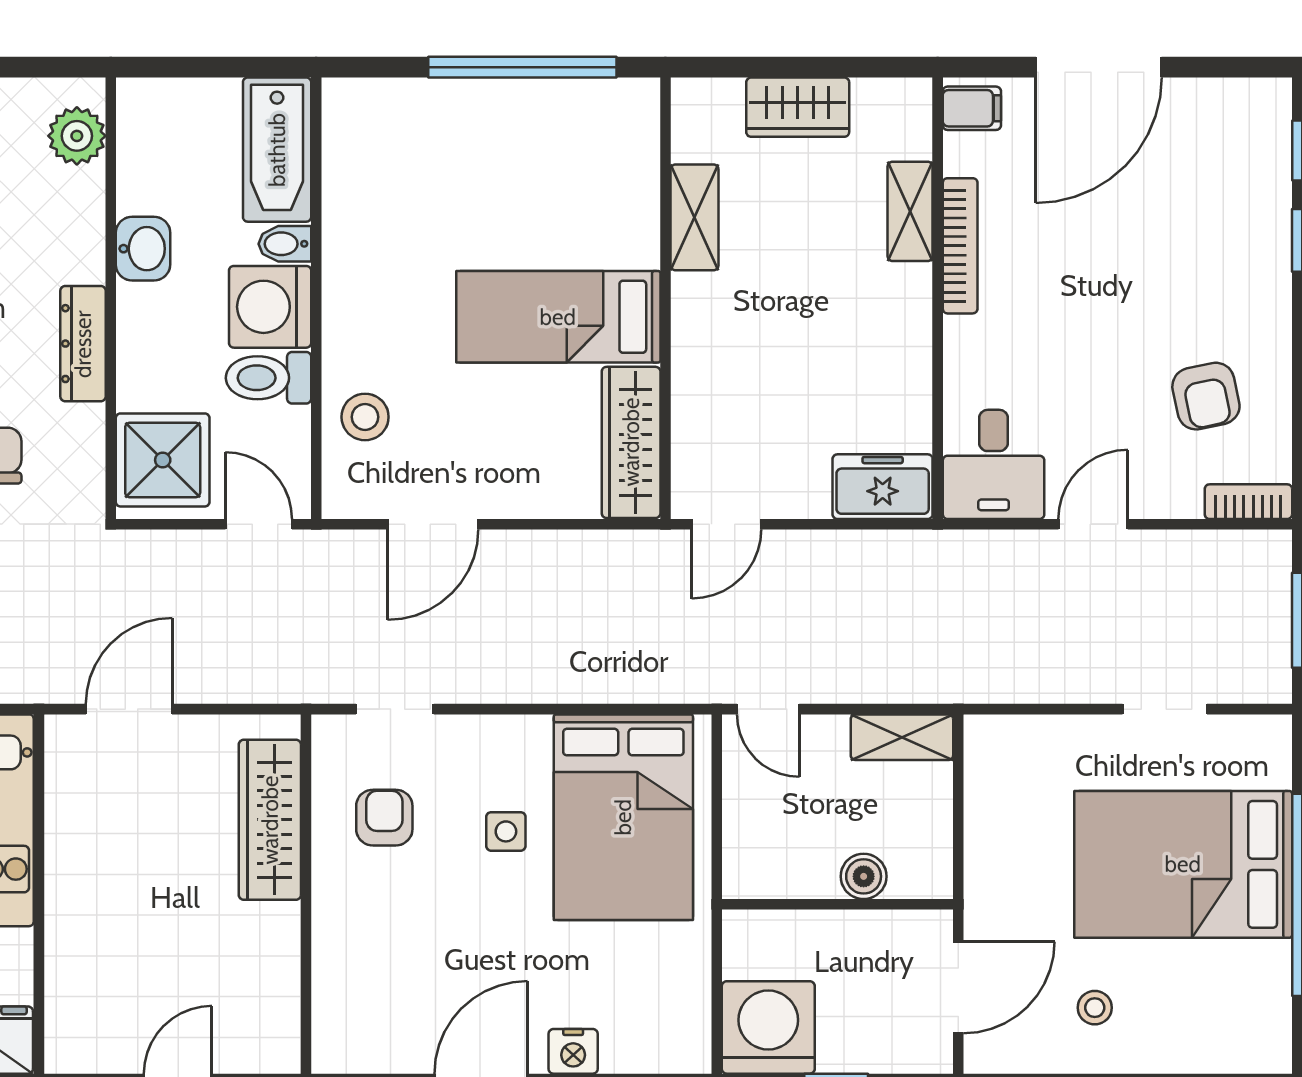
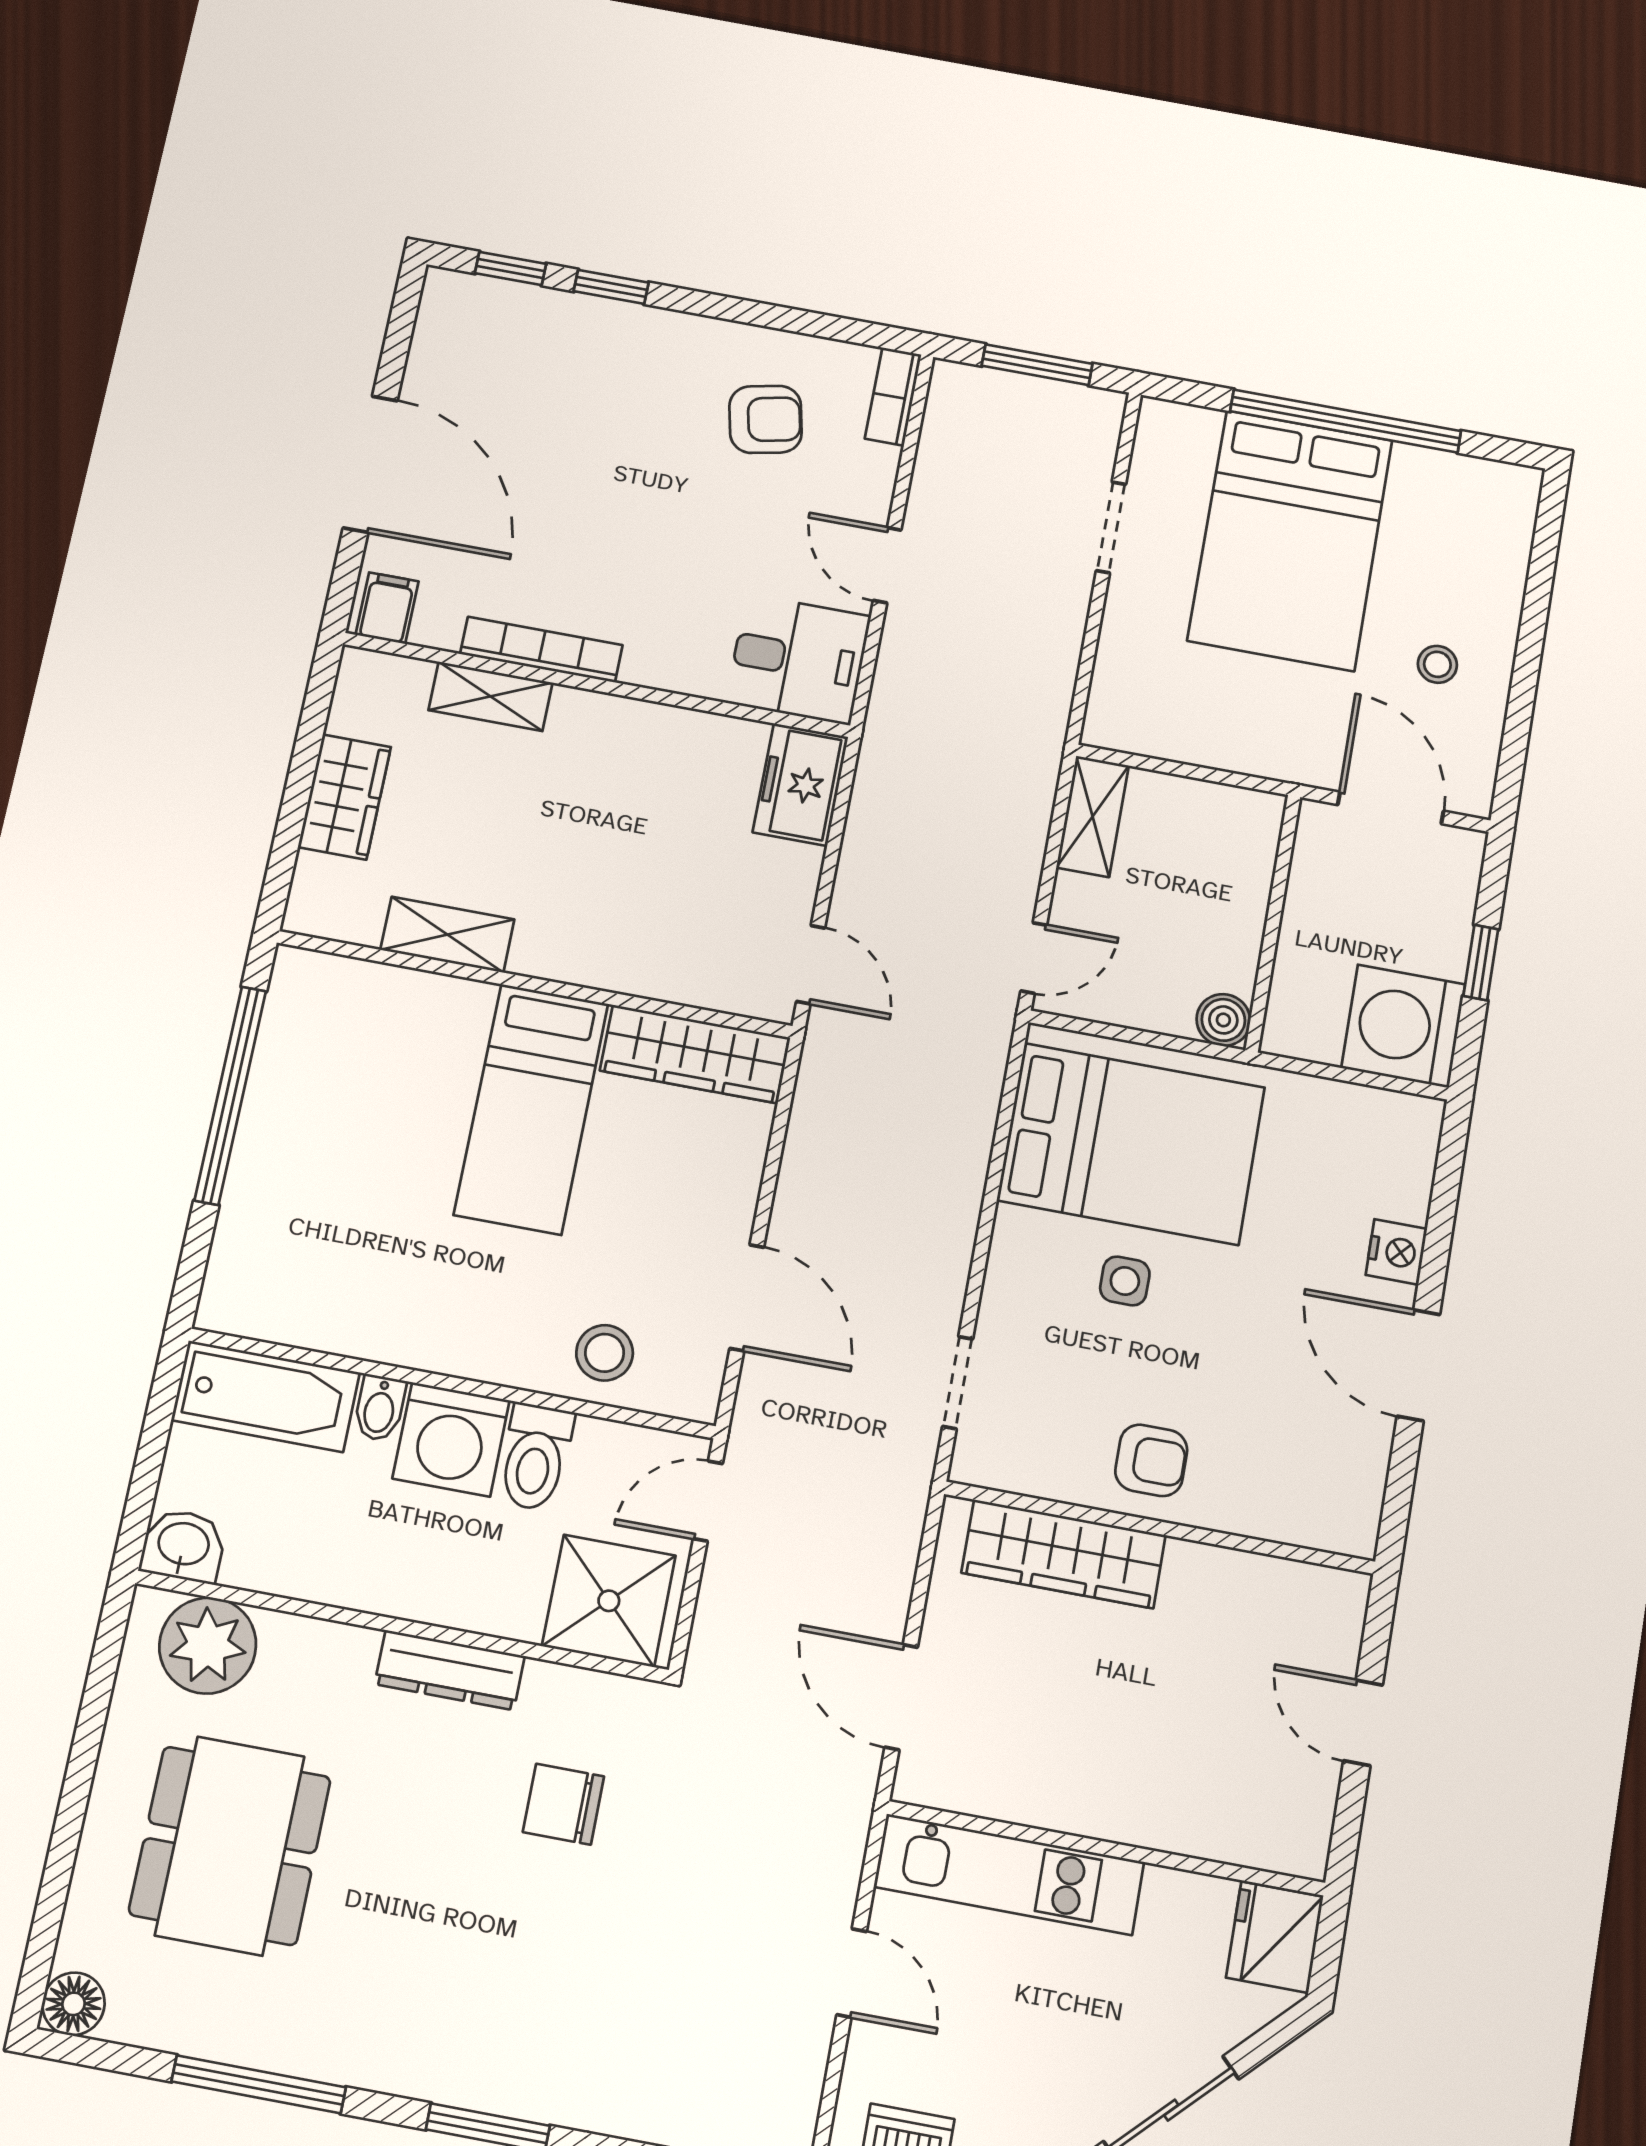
plant: (77, 136) -> (208, 1646), width x1.36, depth x1.36
washbasin: (143, 249) -> (183, 1546), moved
armchair: (384, 818) -> (1151, 1460), moved, turned 180
boiler: (864, 876) -> (1223, 1020), moved

